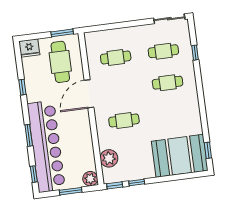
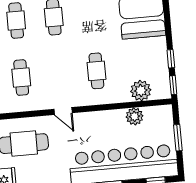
door: (89, 94) -> (63, 111), width x0.53
plant: (90, 179) -> (134, 116), moved

